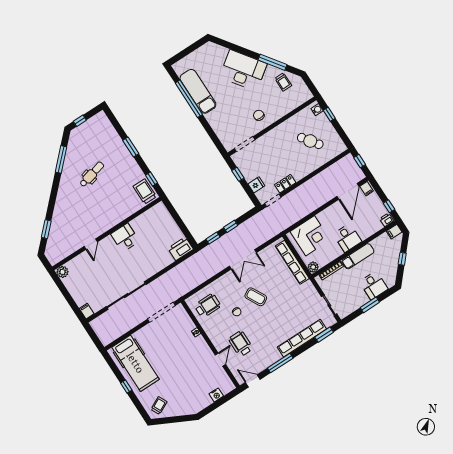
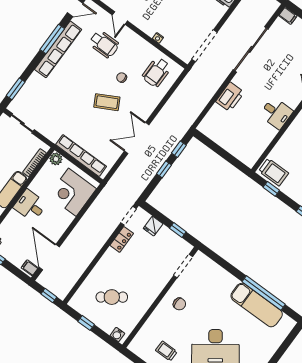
window: (329, 114) -> (86, 323), moved
printer: (180, 249) -> (230, 97), moved
row of seats: (302, 338) -> (58, 49), moved

